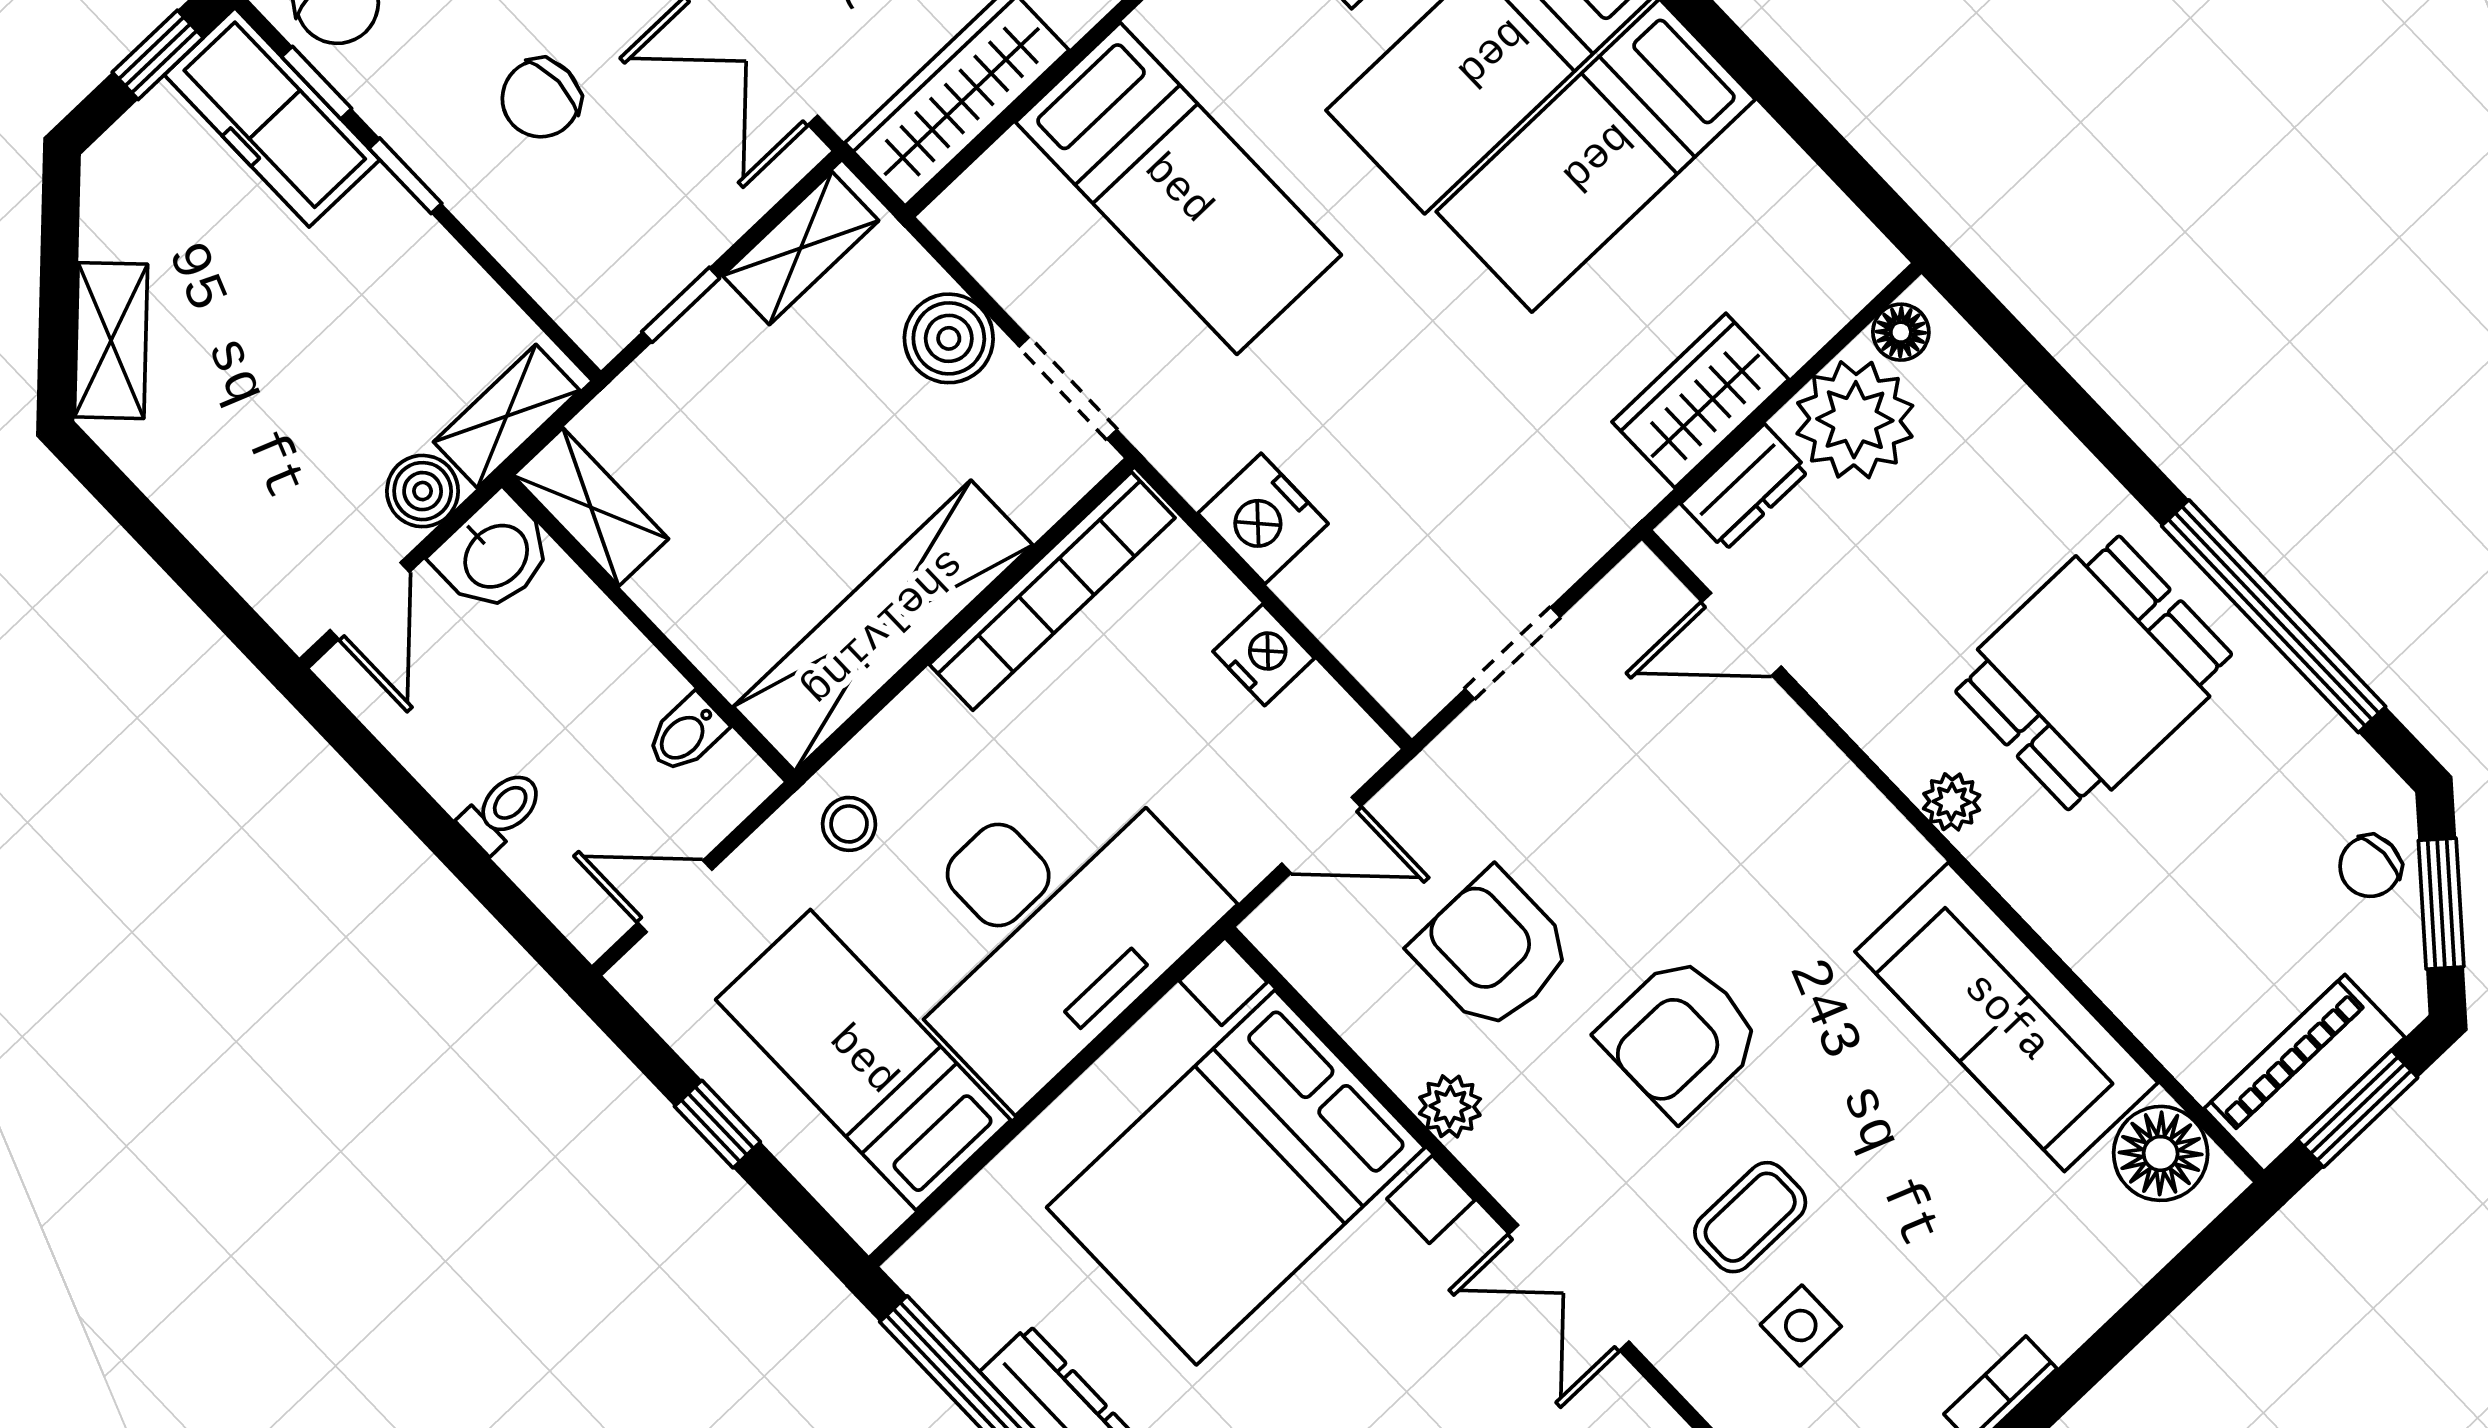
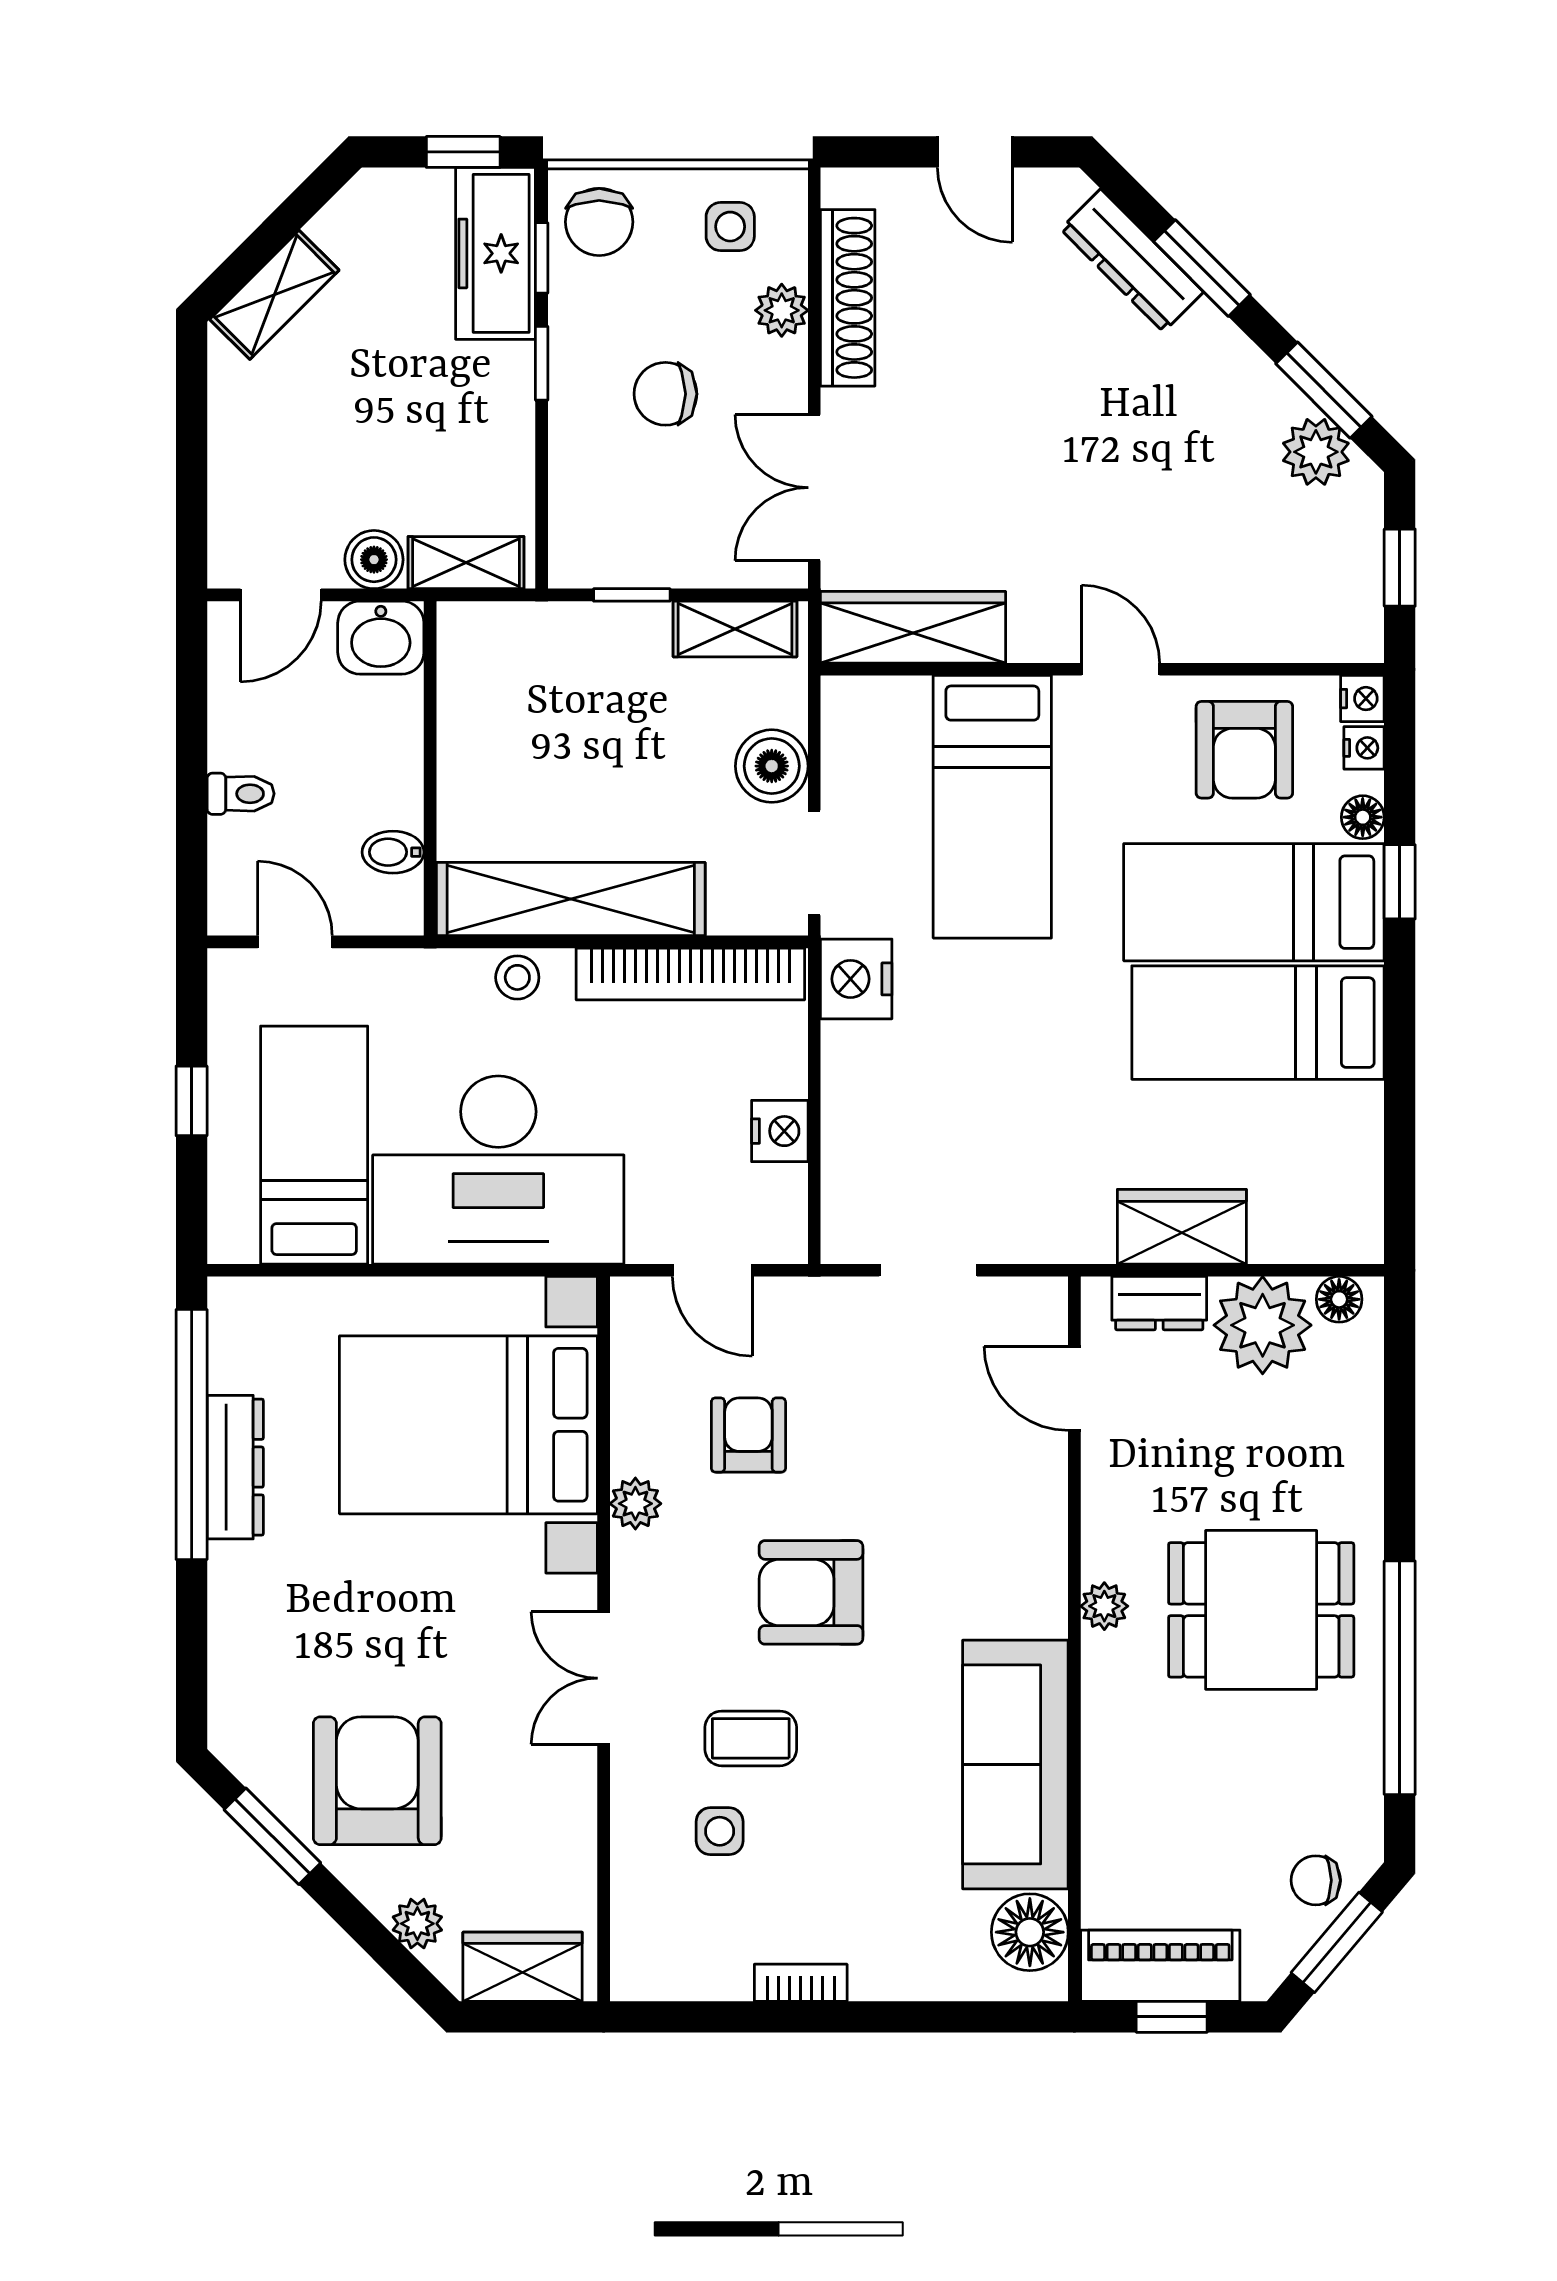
shelving: (591, 507) -> (465, 664), removed
nightstand: (1263, 519) -> (856, 979), moved
stool: (849, 824) -> (517, 977), moved
armchair: (1492, 950) -> (748, 1435), width x0.72, depth x0.72
window: (2358, 1109) -> (1172, 2017), width x0.67

